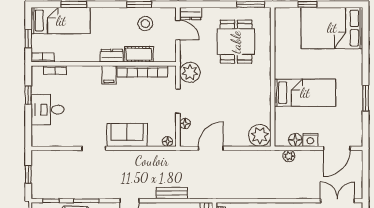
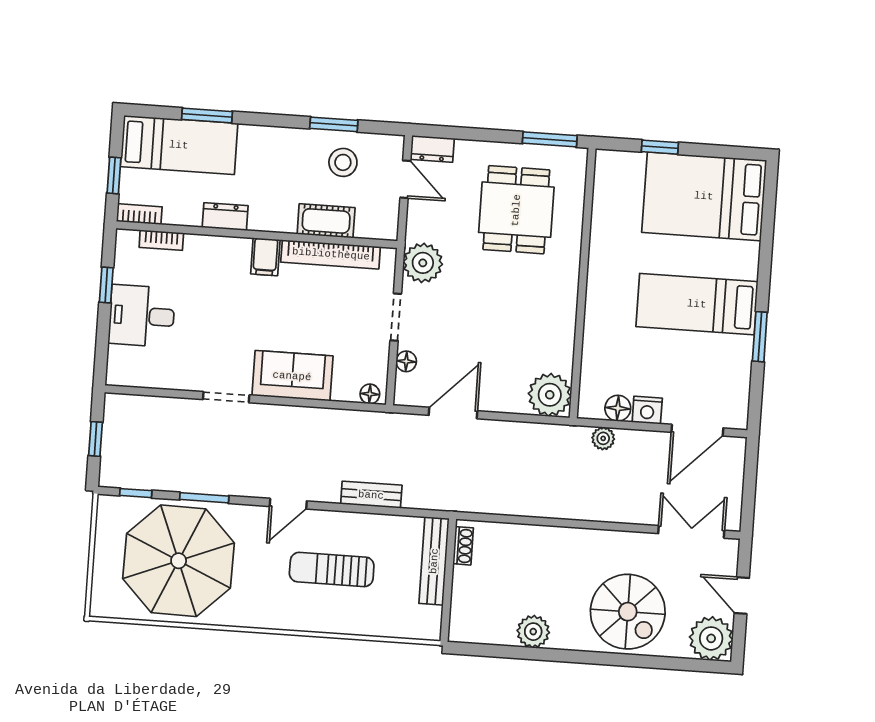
dresser: (112, 56) -> (225, 217), moved
bed: (305, 93) -> (697, 304), moved, turned 180

